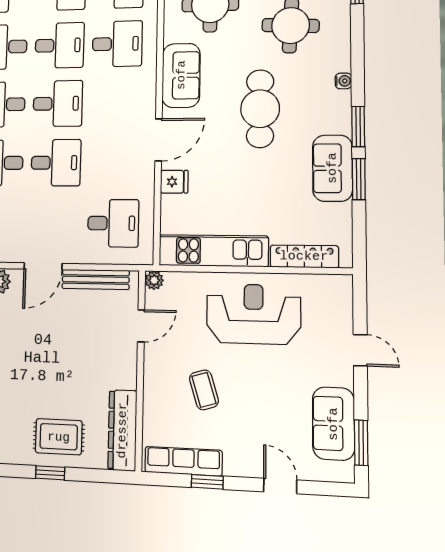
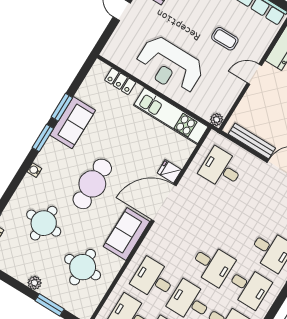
desk: (58, 104) -> (212, 265), turned 180
door: (158, 140) -> (164, 203), width x1.36
desk: (56, 163) -> (235, 228), removed
locker: (304, 256) -> (120, 81), width x0.66
door: (141, 326) -> (254, 74), moved
coffee table: (204, 390) -> (225, 39), turned -73

